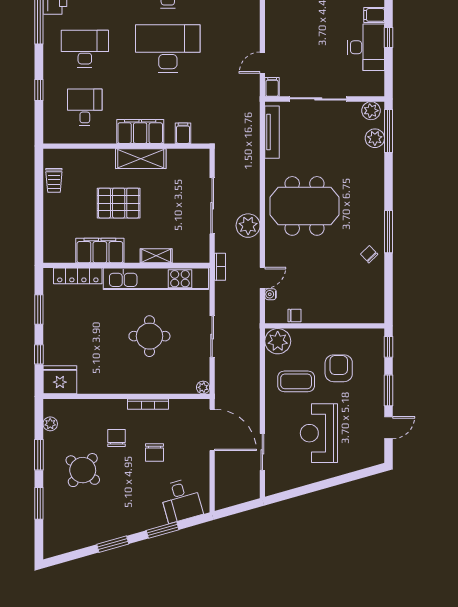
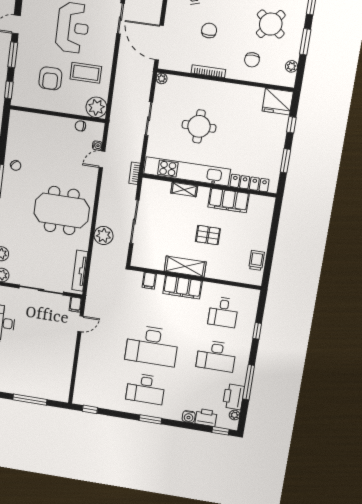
pallet: (119, 203) -> (208, 235), width x0.67, depth x0.71
plant: (248, 226) -> (104, 235), moved
chair: (116, 438) -> (252, 60), moved

